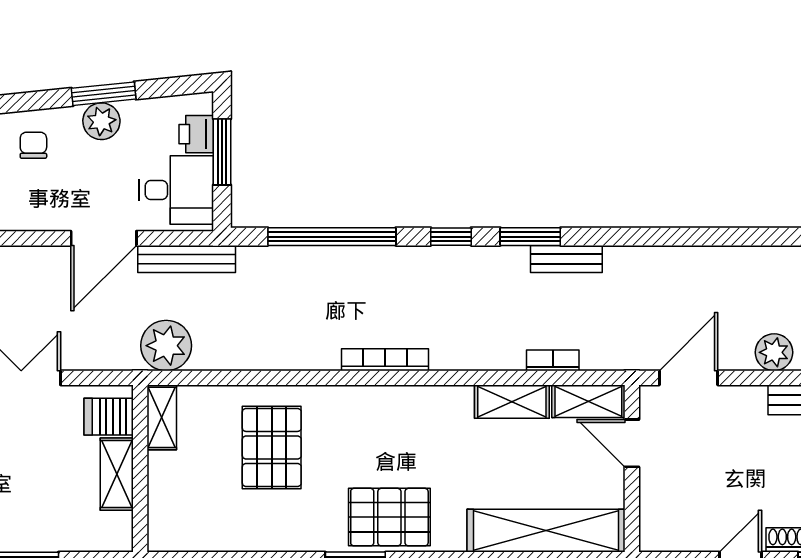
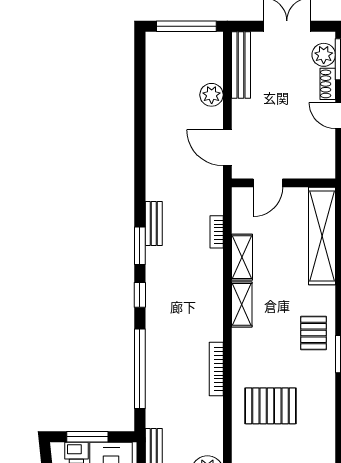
bookcase: (385, 360) -> (216, 369), moved
shelving: (588, 401) -> (242, 304), moved
pallet: (389, 517) -> (314, 333), width x0.67, depth x0.71

